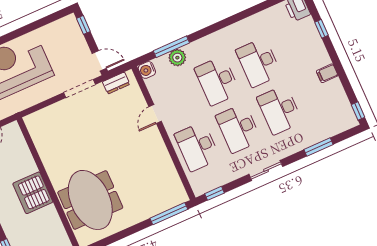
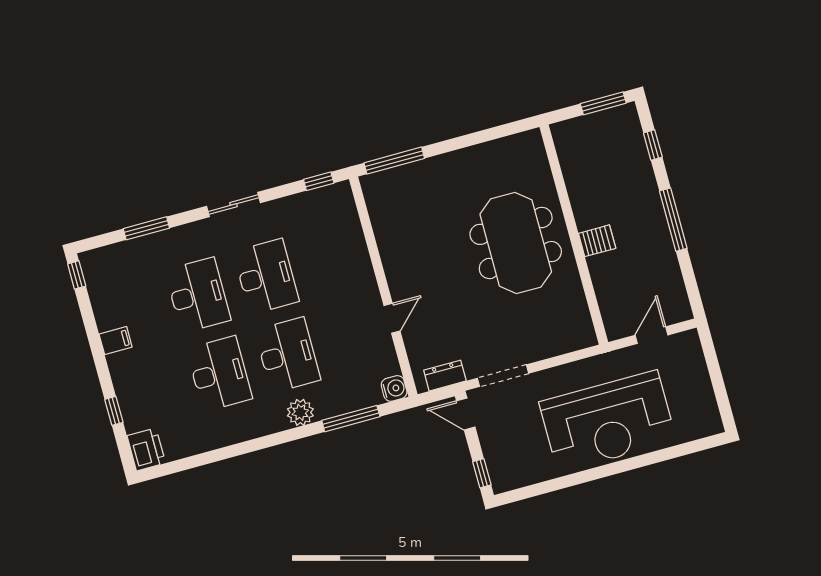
plant: (177, 58) -> (300, 412), moved
desk: (197, 147) -> (334, 258), removed
server rack: (33, 193) -> (597, 241), width x0.46, depth x0.70
meeting table: (90, 200) -> (516, 243), moved

